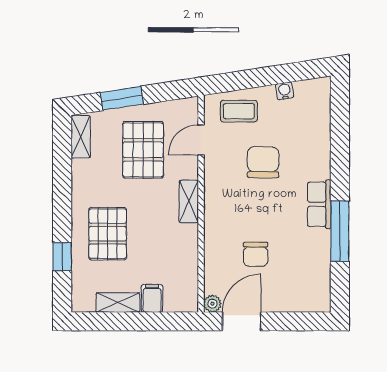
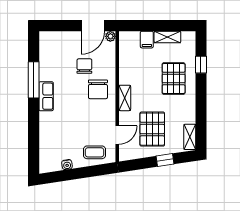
window: (122, 98) -> (165, 160), width x0.67
chair: (263, 162) -> (98, 89), moved

